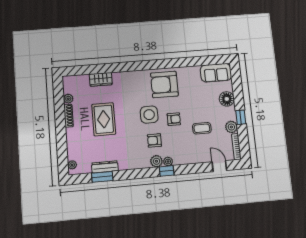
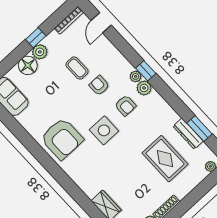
rug: (104, 119) -> (165, 159), moved, turned 90
armchair: (174, 119) -> (99, 85), moved
plant: (231, 127) -> (40, 52), moved

